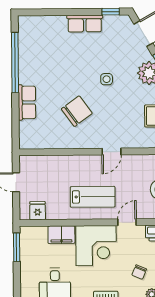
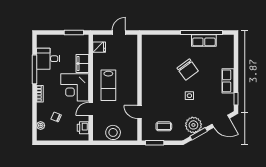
row of seats: (27, 102) -> (204, 40), moved
chair: (77, 111) -> (188, 70), moved
door: (112, 152) -> (139, 112), moved
door: (127, 222) -> (91, 109), swing flipped

